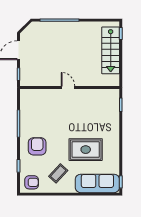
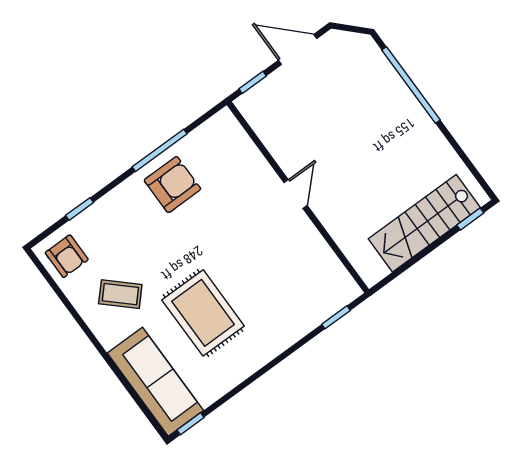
armchair: (37, 146) -> (172, 185), moved

